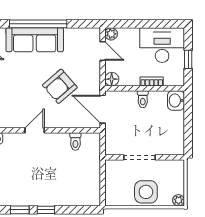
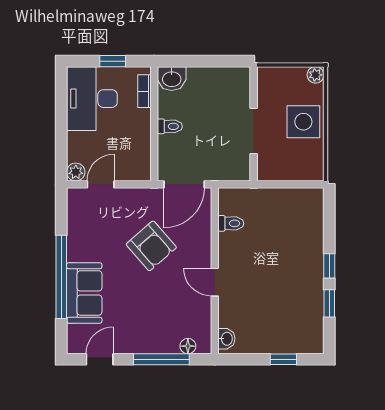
sofa: (35, 40) -> (84, 293), width x0.73
floor lamp: (112, 79) -> (141, 171), removed
bookcase: (152, 81) -> (144, 91), moved

